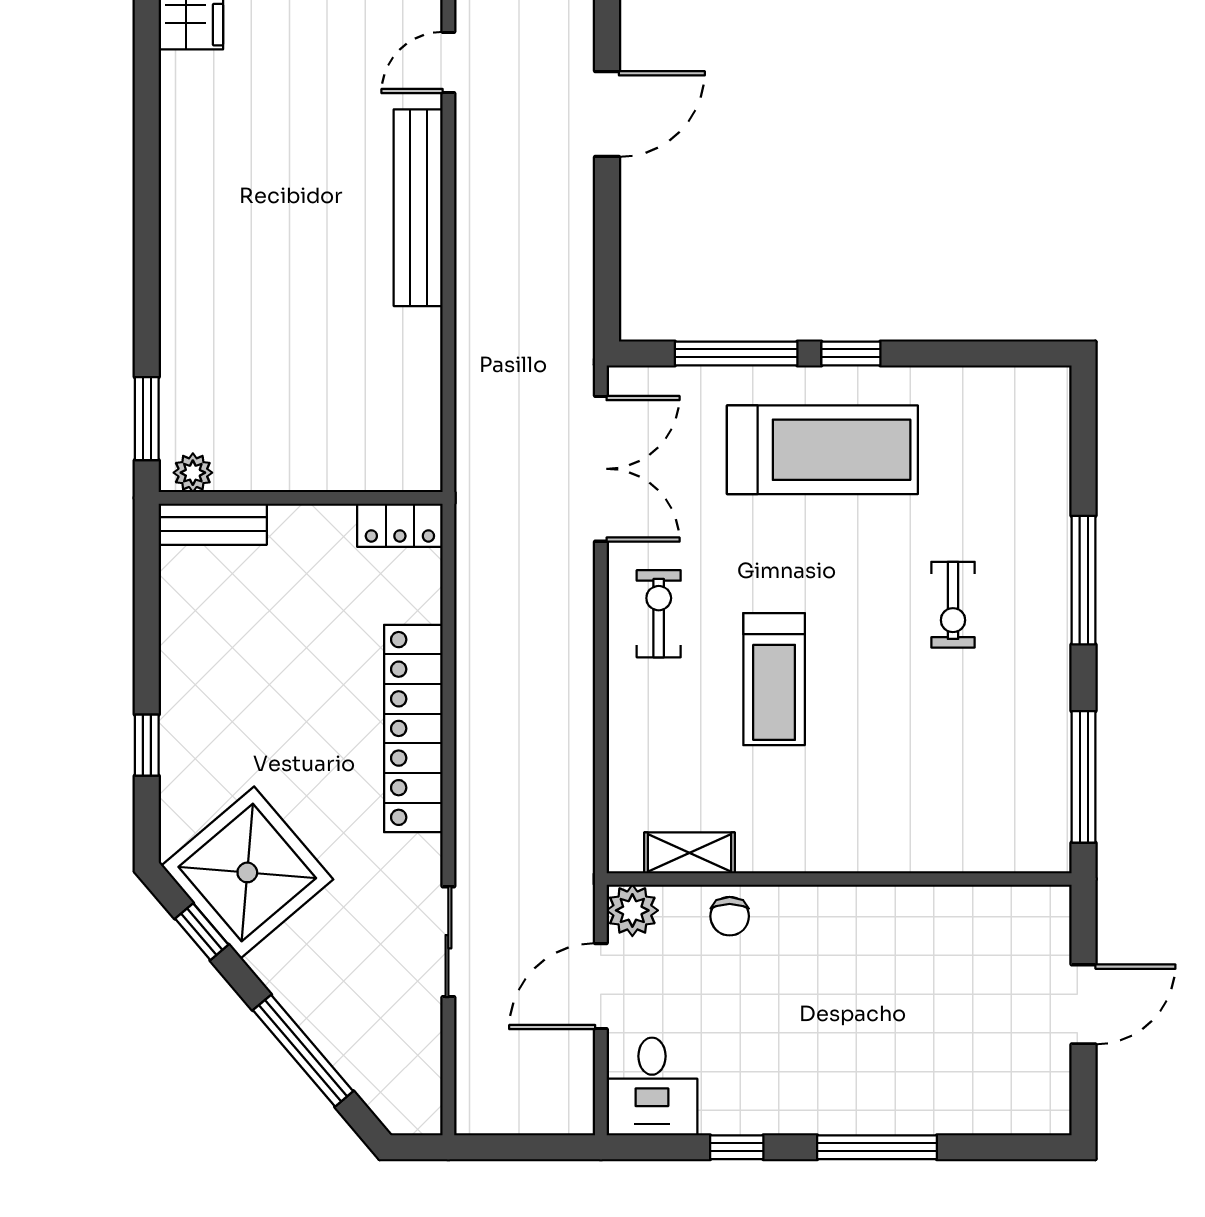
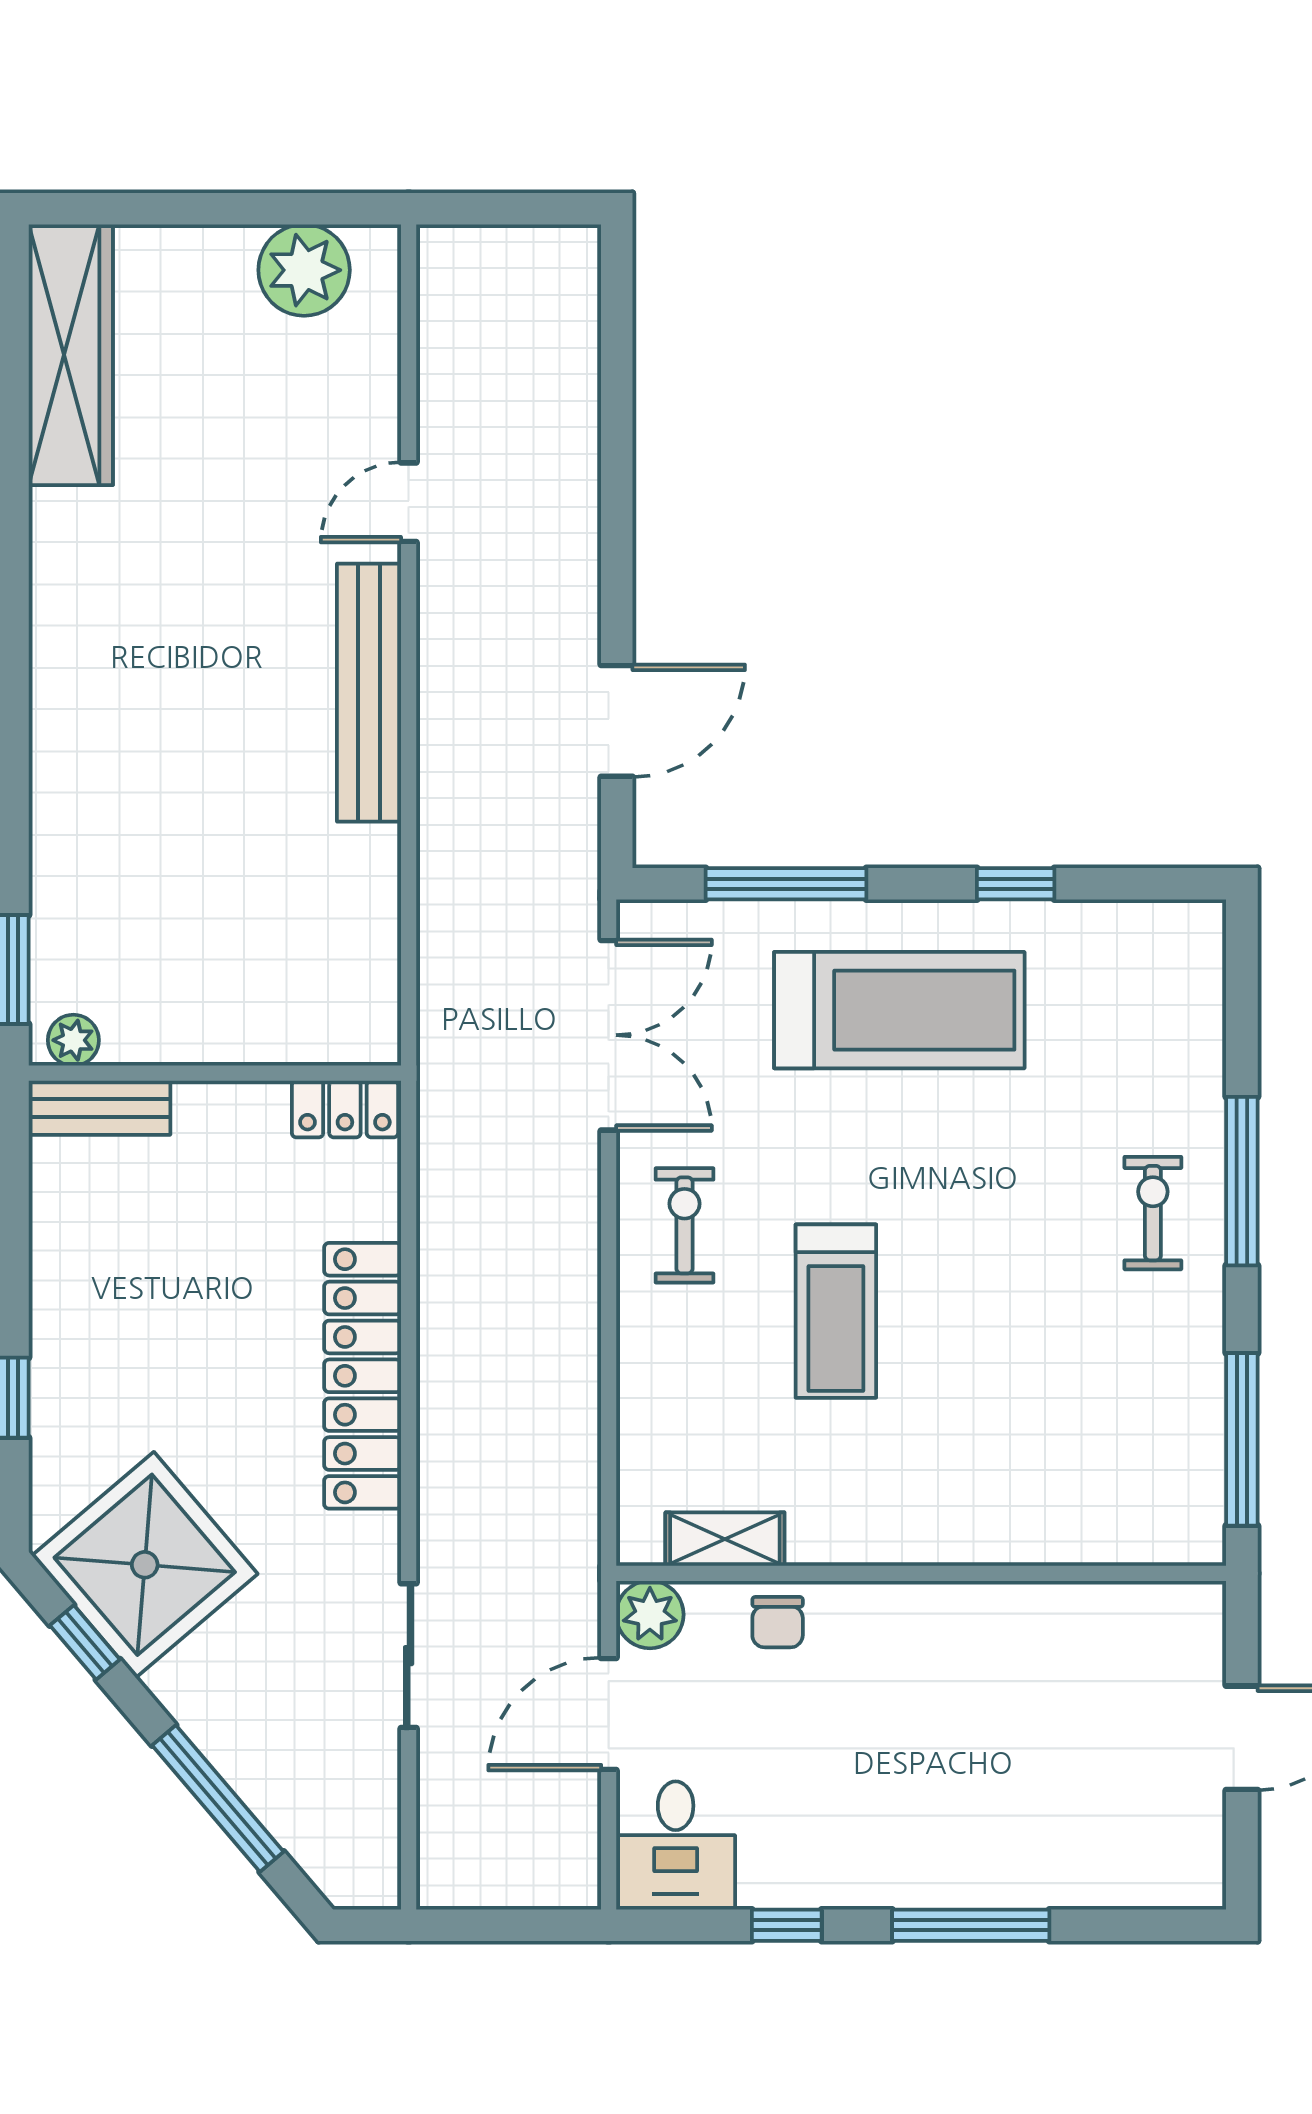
door: (607, 114) -> (617, 721), moved
window: (851, 353) -> (1016, 884), moved
exercise bike: (953, 605) -> (1153, 1213), moved, turned 180

